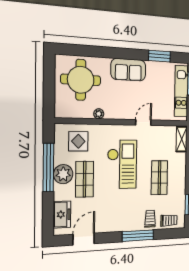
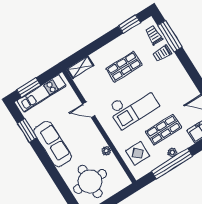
sofa: (128, 70) -> (53, 144), width x1.36
checkout: (122, 164) -> (133, 106), turned 180
plant: (63, 174) -> (172, 152), width x0.53, depth x0.53
window: (138, 236) -> (170, 36), moved

